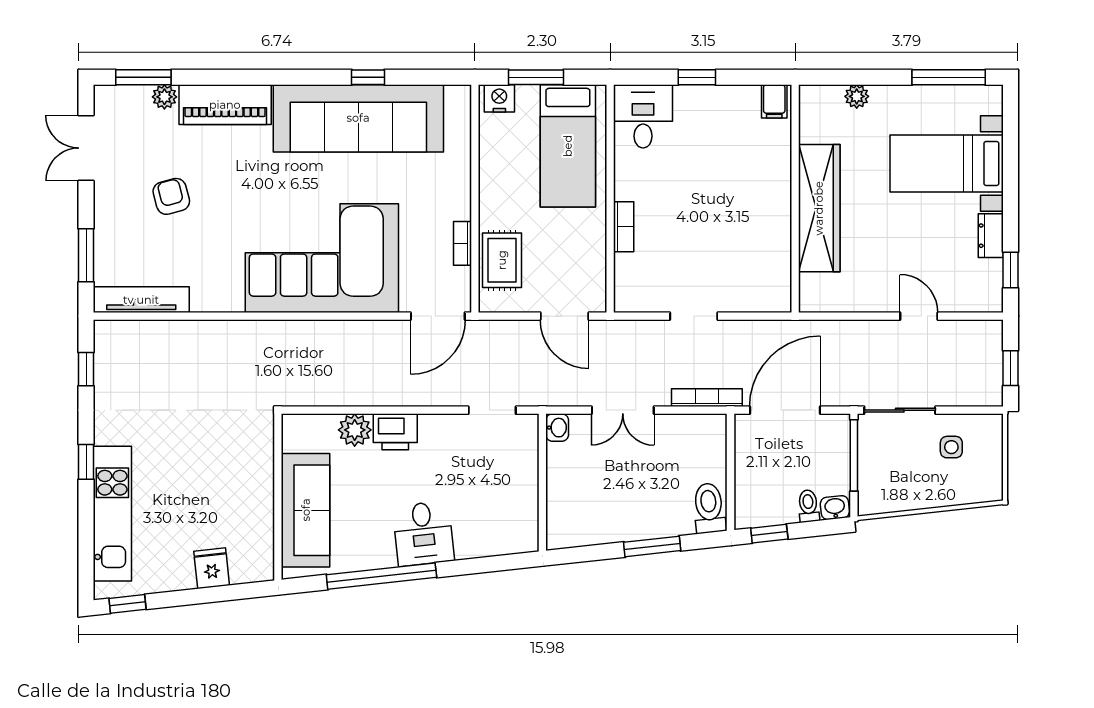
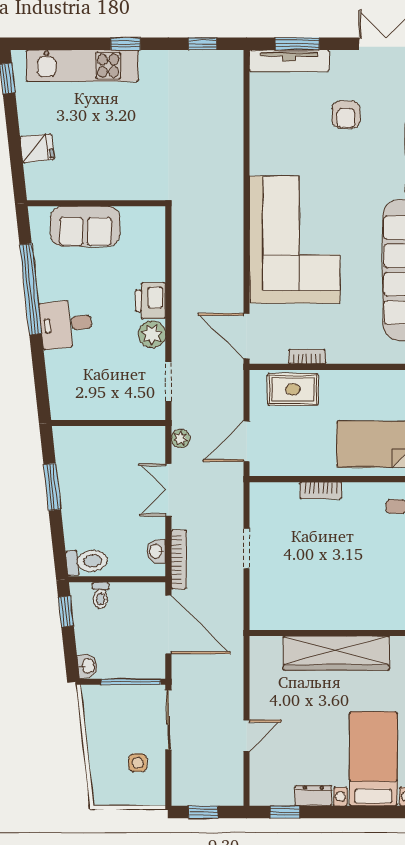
armchair: (171, 196) -> (346, 115), turned 105
tv unit: (141, 300) -> (289, 61), moved, turned 90
plant: (561, 395) -> (181, 439), added
washbasin: (557, 428) -> (156, 551), moved, turned 90
plant: (355, 430) -> (152, 334), moved
toilet: (808, 506) -> (100, 595), moved, turned 96
sofa: (306, 510) -> (85, 226), width x0.73
window: (652, 546) -> (52, 487), moved

